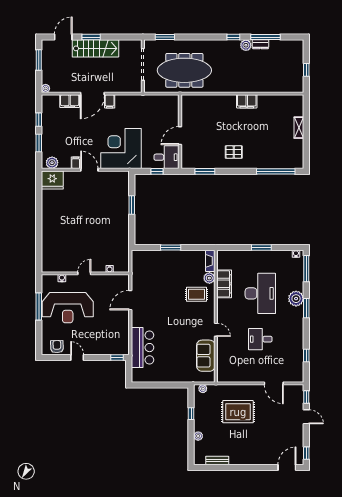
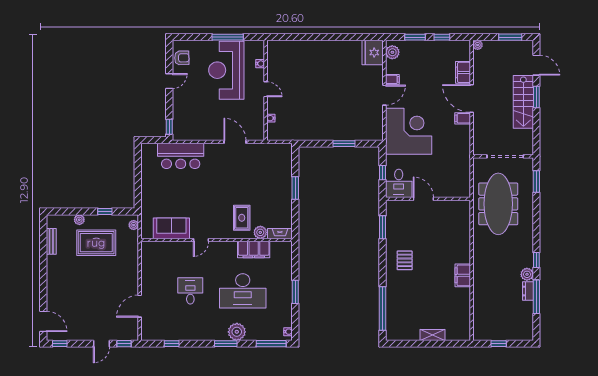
rug: (238, 412) -> (96, 243), moved, turned 90

